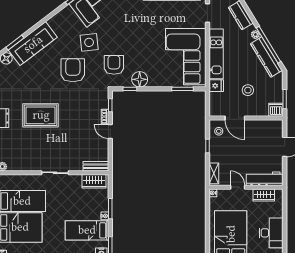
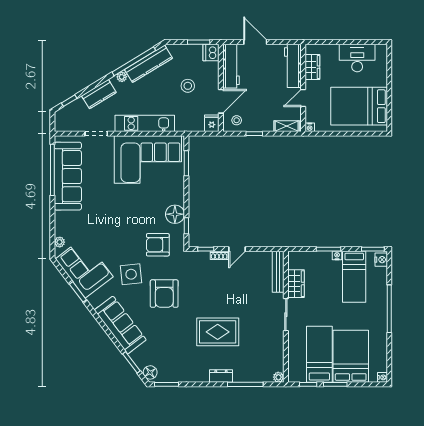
sofa: (33, 44) -> (120, 325), moved
armchair: (73, 70) -> (164, 294), turned -90
fridge: (216, 86) -> (212, 123), moved
rug: (41, 115) -> (218, 332), turned 90
workbench: (264, 127) -> (231, 66), added
bench: (96, 166) -> (278, 272), width x1.36
wardrobe: (94, 181) -> (296, 284), moved

